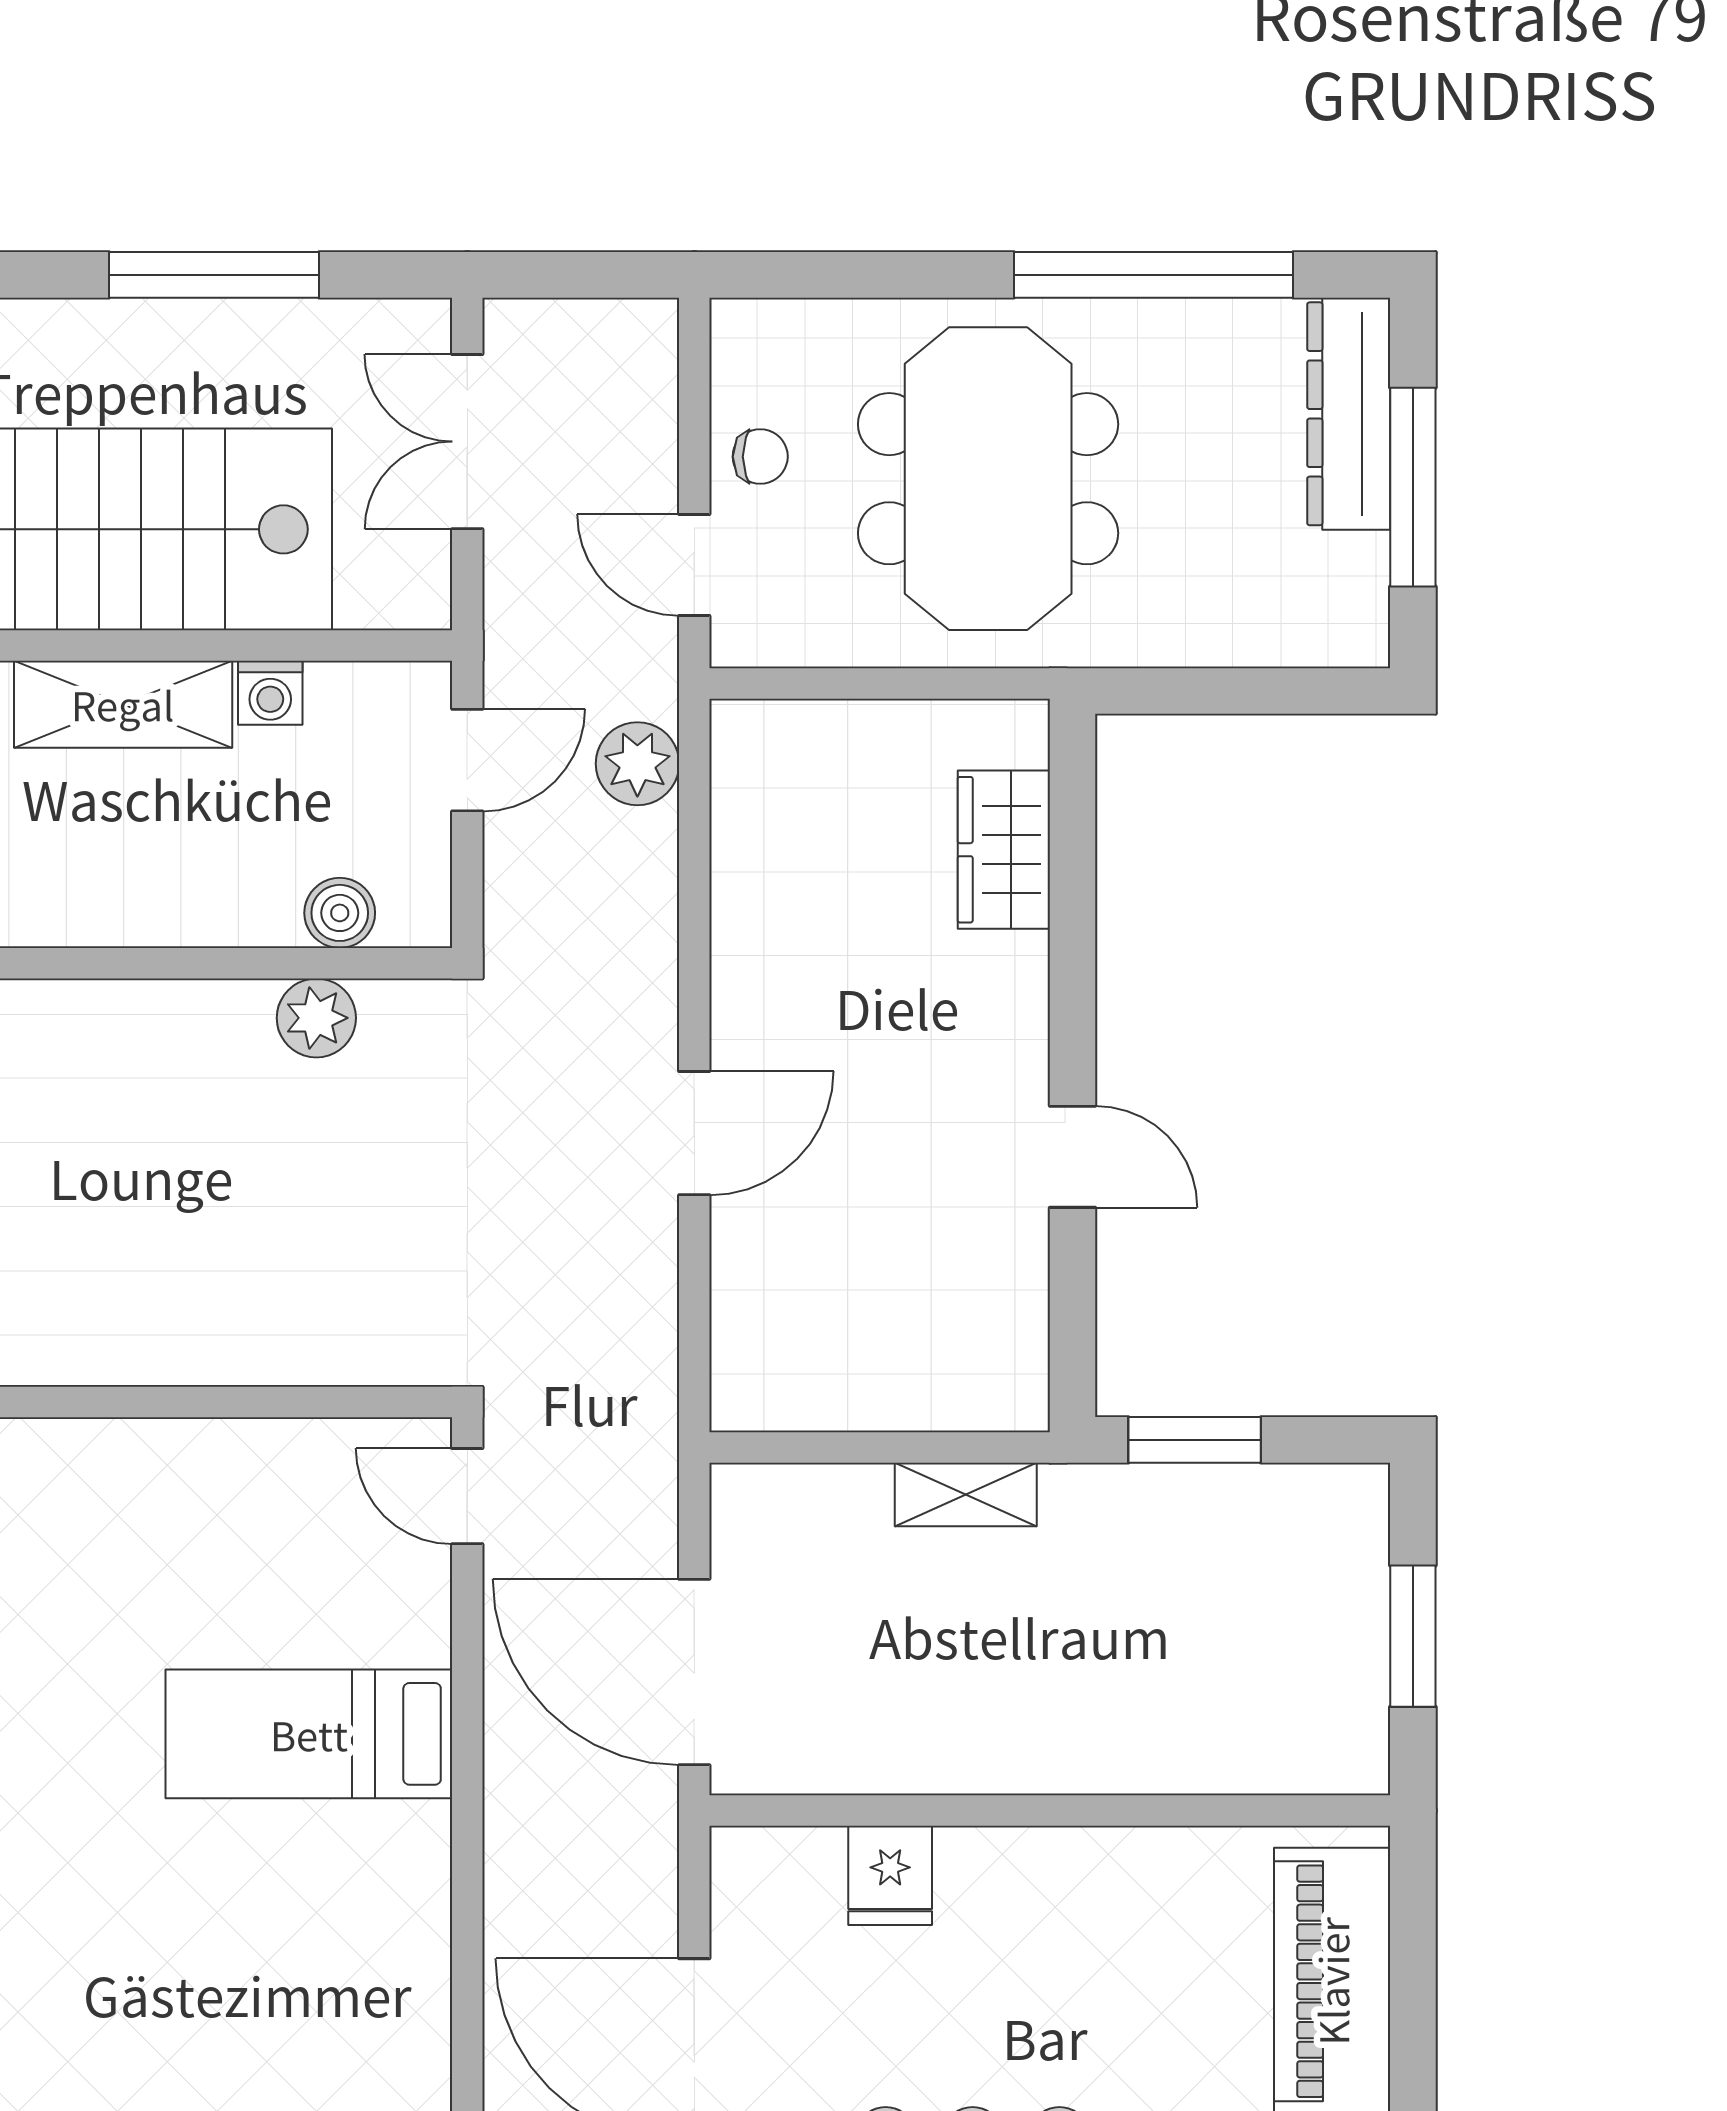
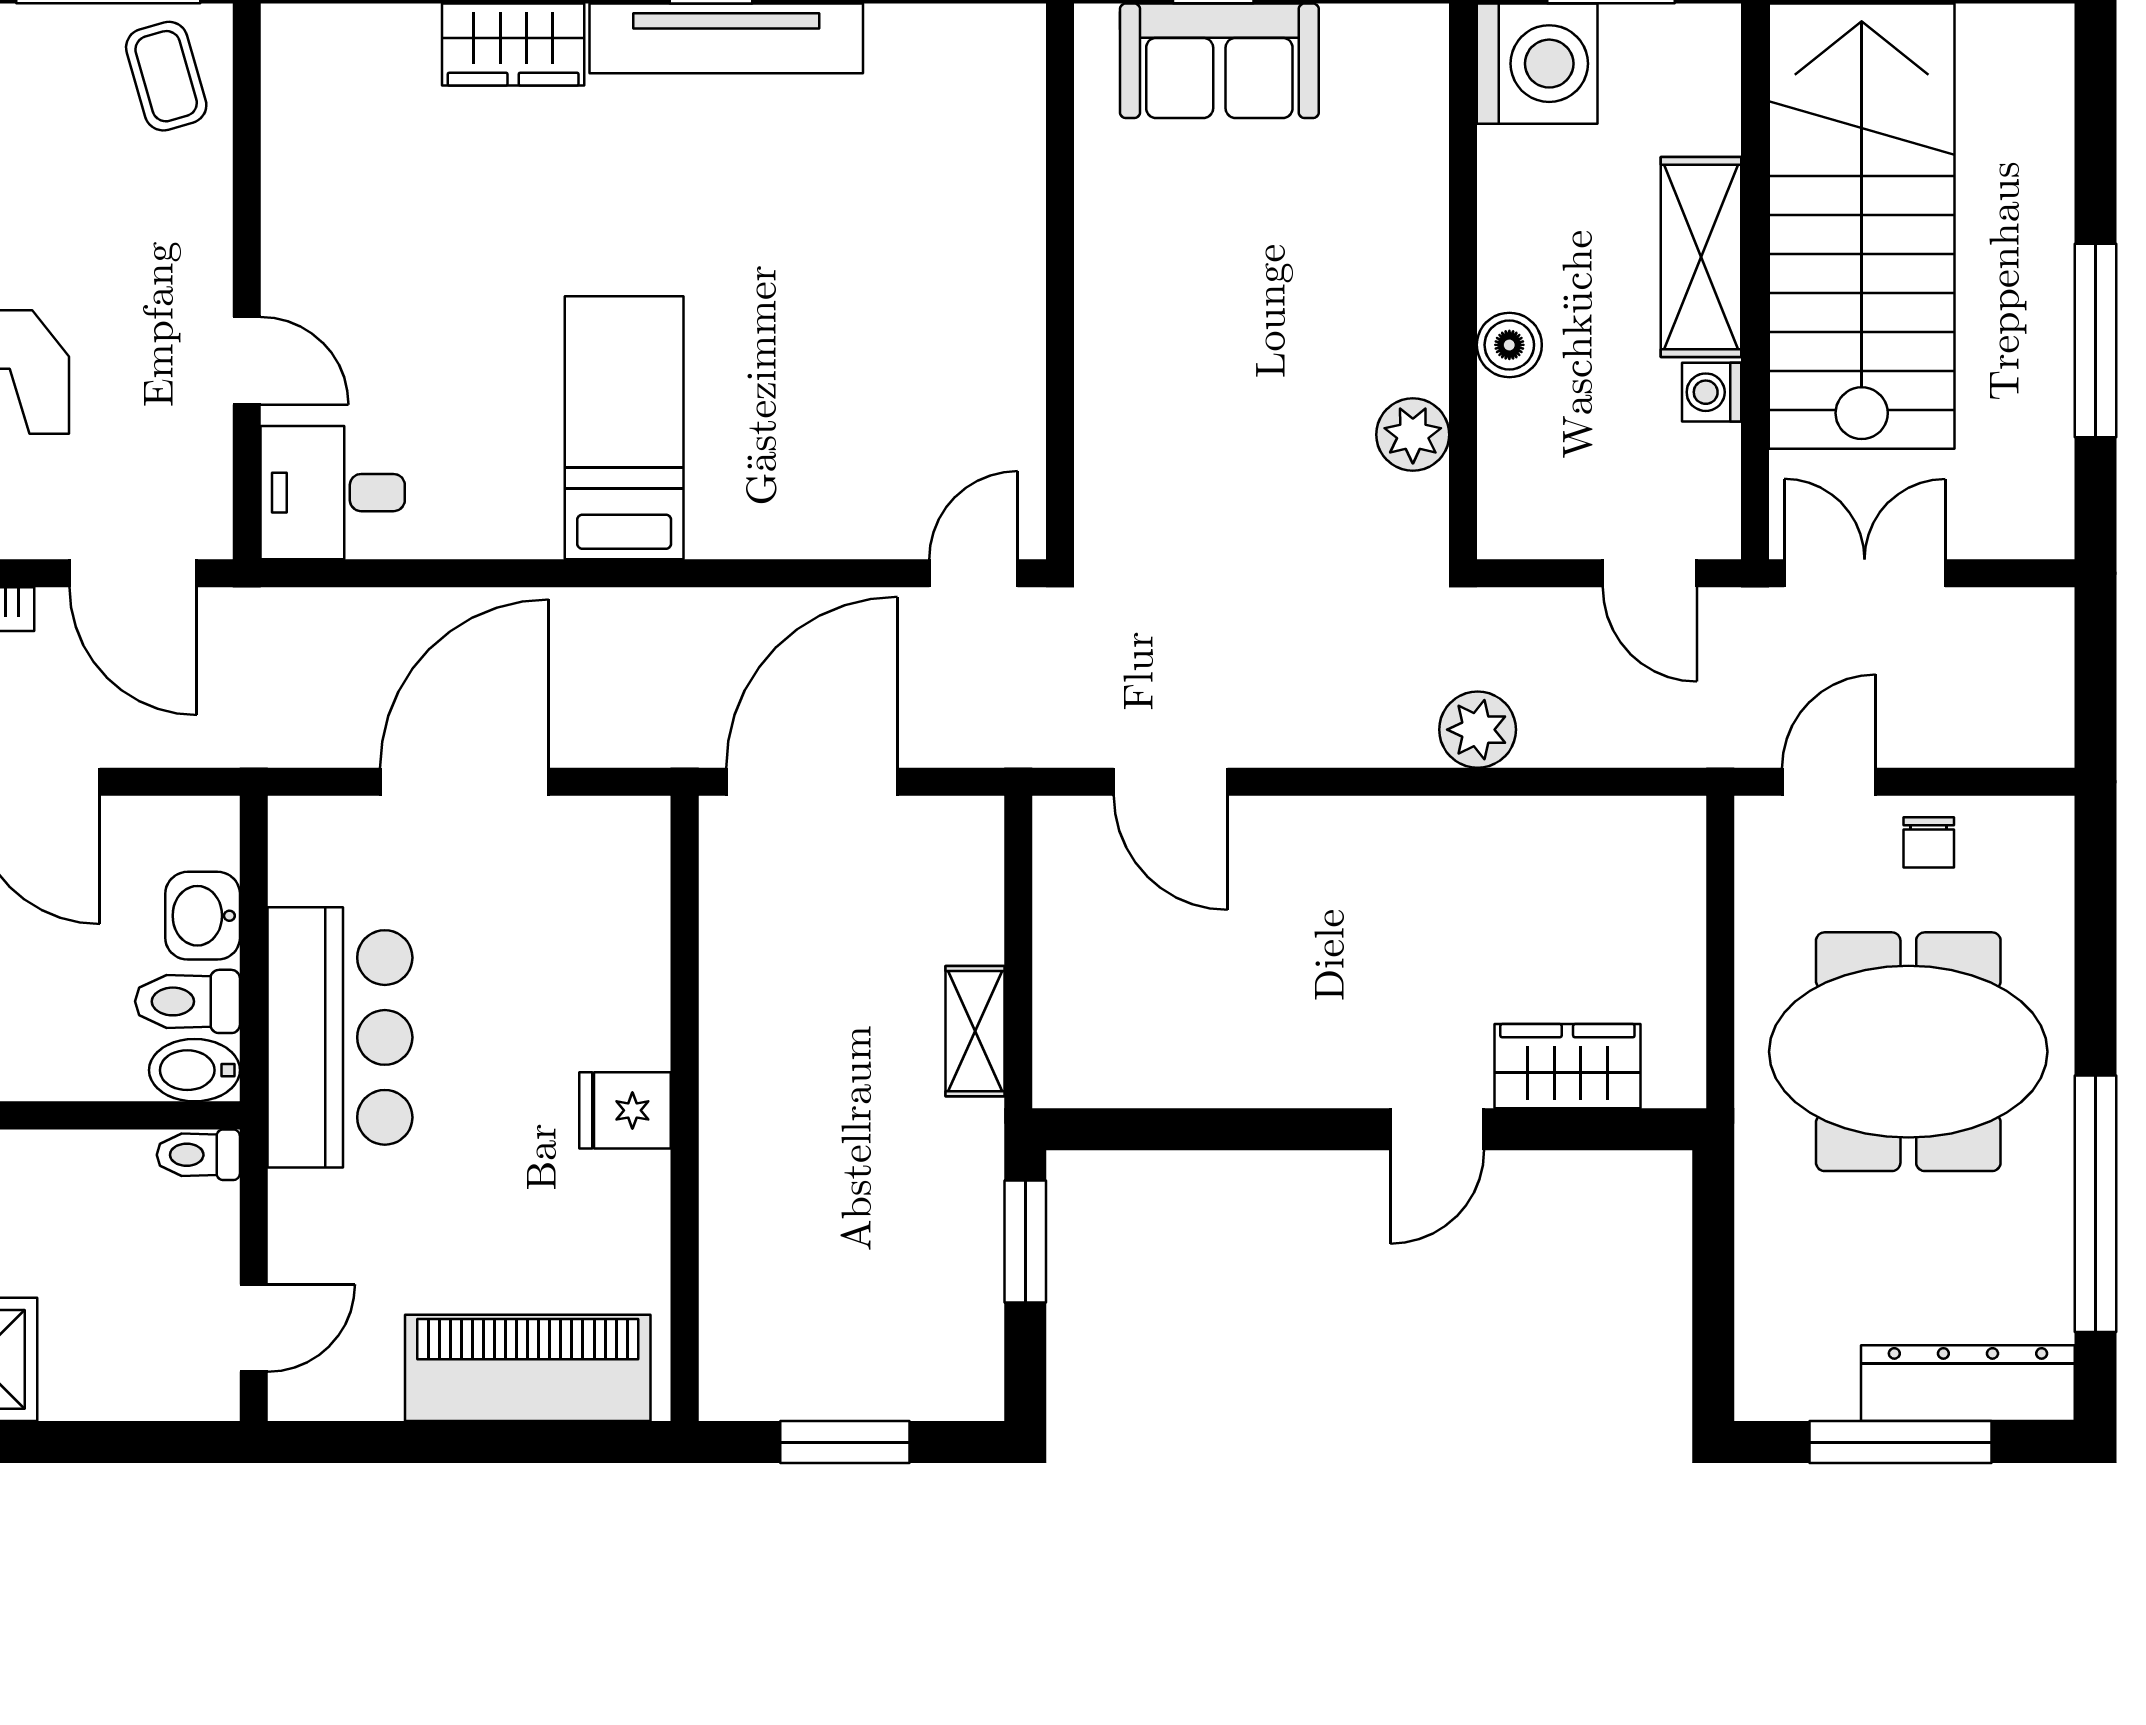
double door: (467, 442) -> (1865, 573), moved
plant: (637, 764) -> (1478, 730), moved
boiler: (340, 913) -> (1509, 345), moved
door: (694, 1133) -> (1171, 782), moved
door: (1073, 1157) -> (1437, 1129), moved
bed: (309, 1734) -> (624, 428), moved
fridge: (890, 1875) -> (625, 1110), moved

